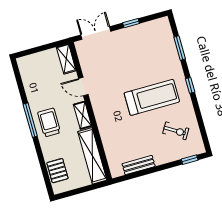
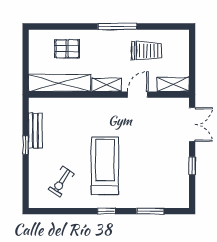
treadmill: (152, 97) -> (105, 166), turned 180
trolley: (49, 122) -> (147, 51), moved
window: (190, 160) -> (26, 145), moved
pallet: (57, 171) -> (67, 49), moved

